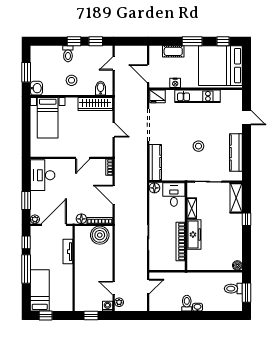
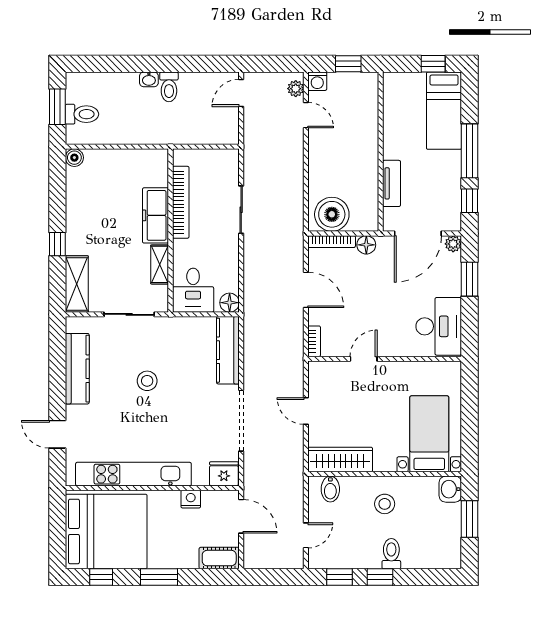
cot: (173, 51) -> (219, 558), moved
kitchen unit: (198, 96) -> (133, 474), width x1.36
door: (148, 287) -> (241, 93), moved

